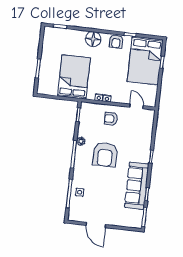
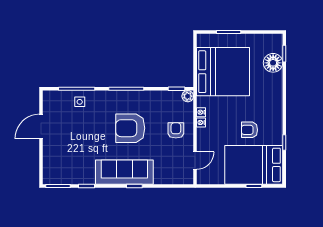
floor lamp: (93, 39) -> (273, 63), moved
armchair: (116, 41) -> (249, 130), moved
bed: (74, 77) -> (223, 72), width x1.36
plant: (81, 141) -> (188, 96), moved
sofa: (137, 186) -> (124, 172), moved

